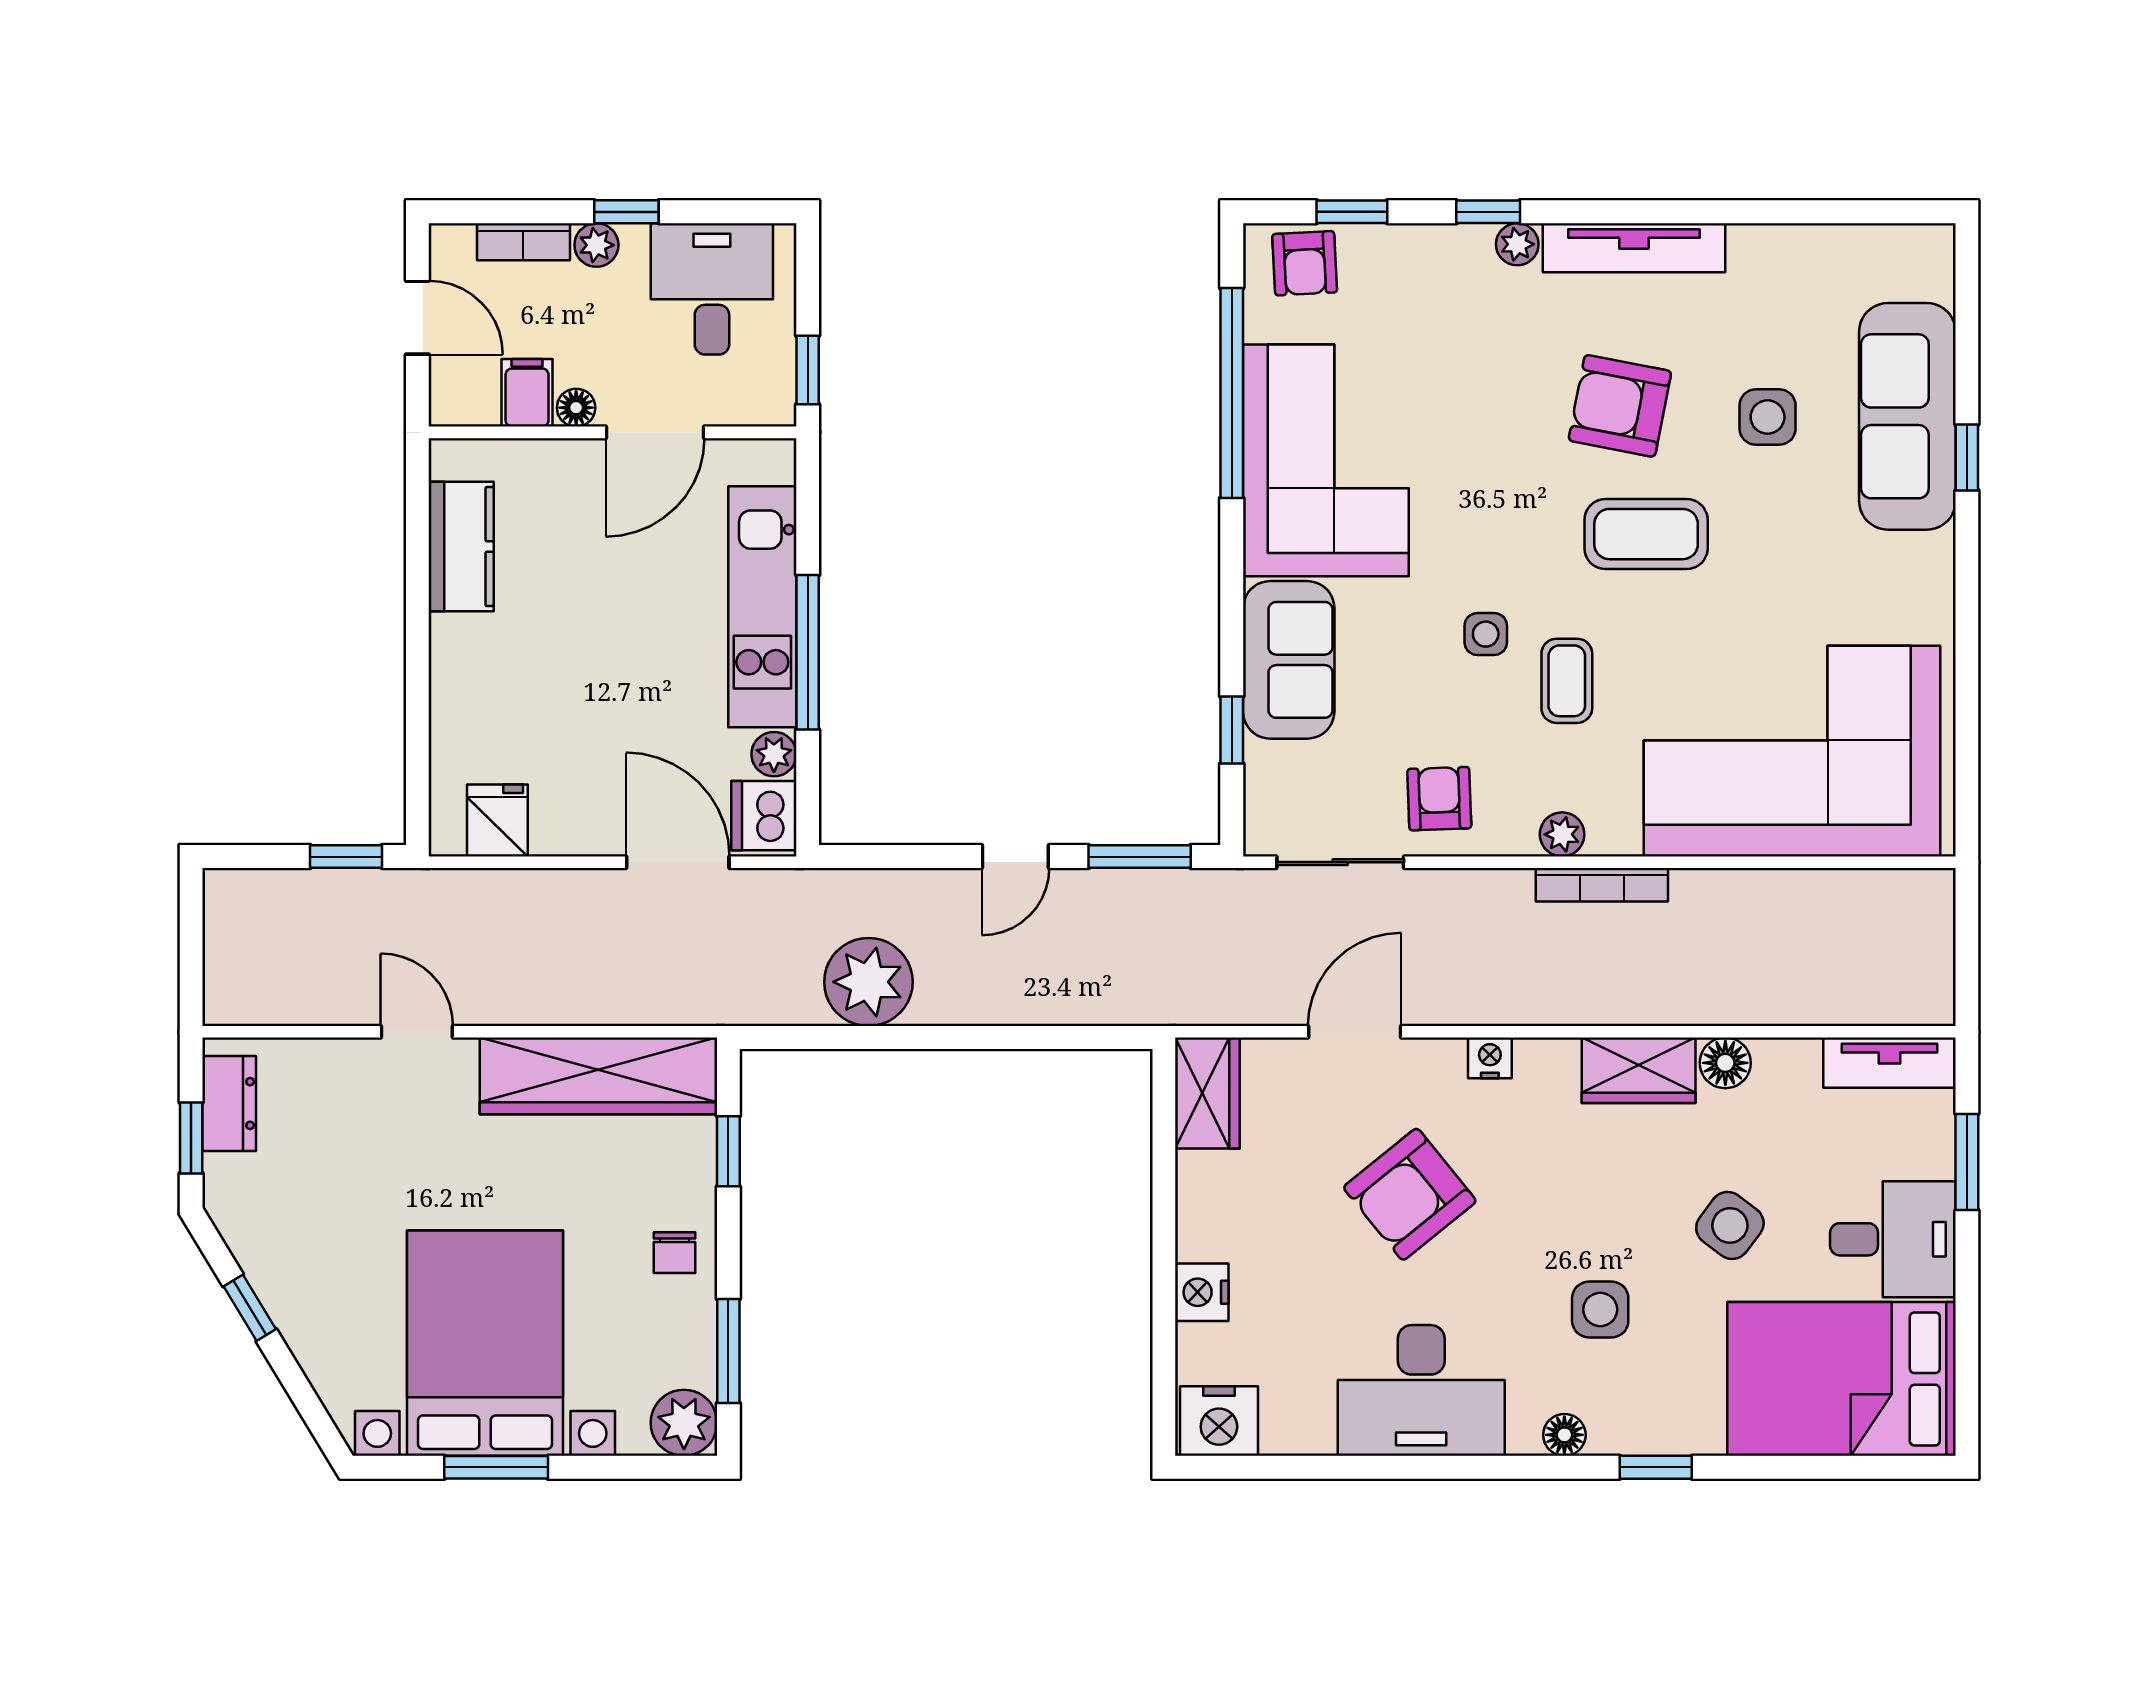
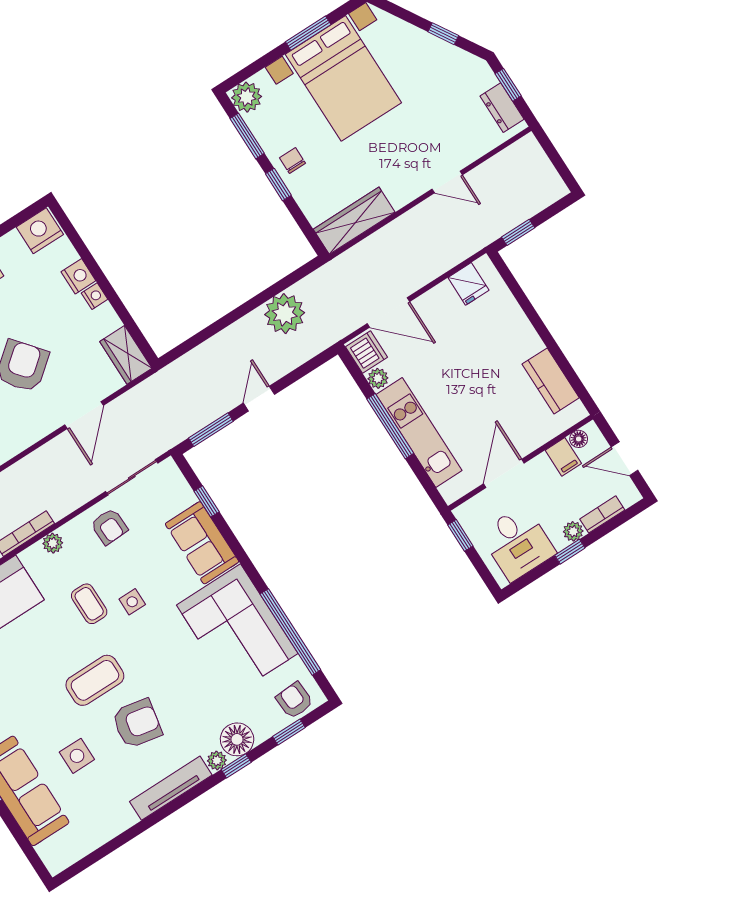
floor lamp: (1456, 259) -> (237, 739), added
floor lamp: (576, 408) -> (579, 439), moved
nightstand: (1490, 1058) -> (95, 296), moved, turned -90
wardrobe: (598, 1076) -> (354, 221), width x0.71, depth x0.85
window: (728, 1151) -> (278, 185), moved

